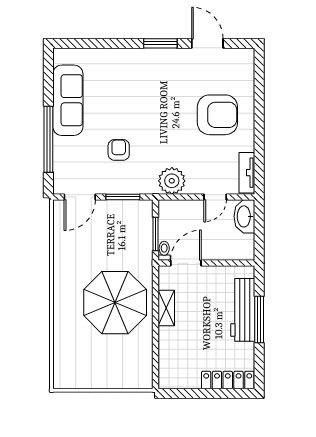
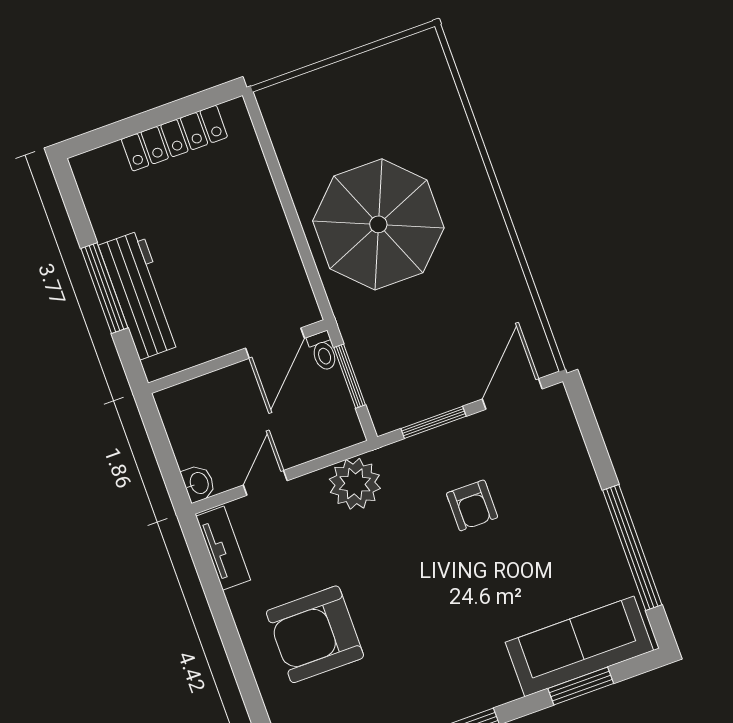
window: (98, 43) -> (581, 686), added
sofa: (68, 100) -> (579, 646), moved, turned 90
window: (48, 139) -> (632, 547), moved
washbasin: (244, 216) -> (198, 483), width x0.52, depth x0.69
shelving: (166, 308) -> (281, 248), removed
locker: (228, 380) -> (174, 138), moved

